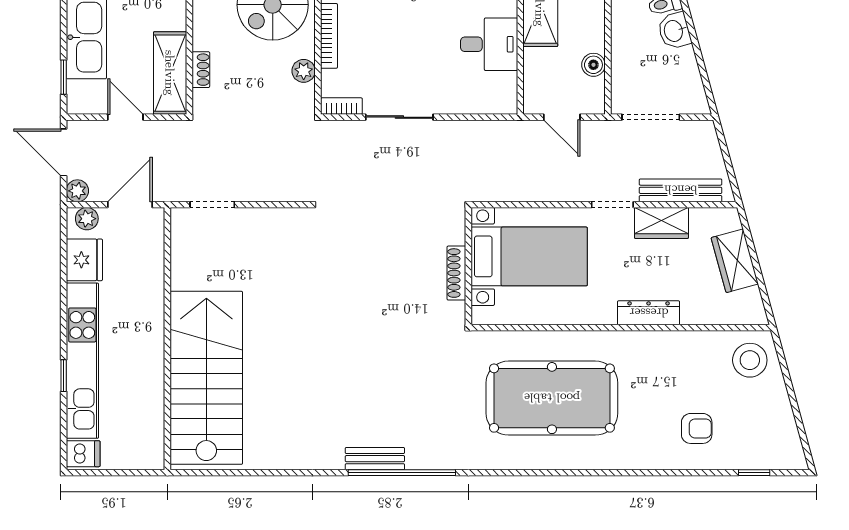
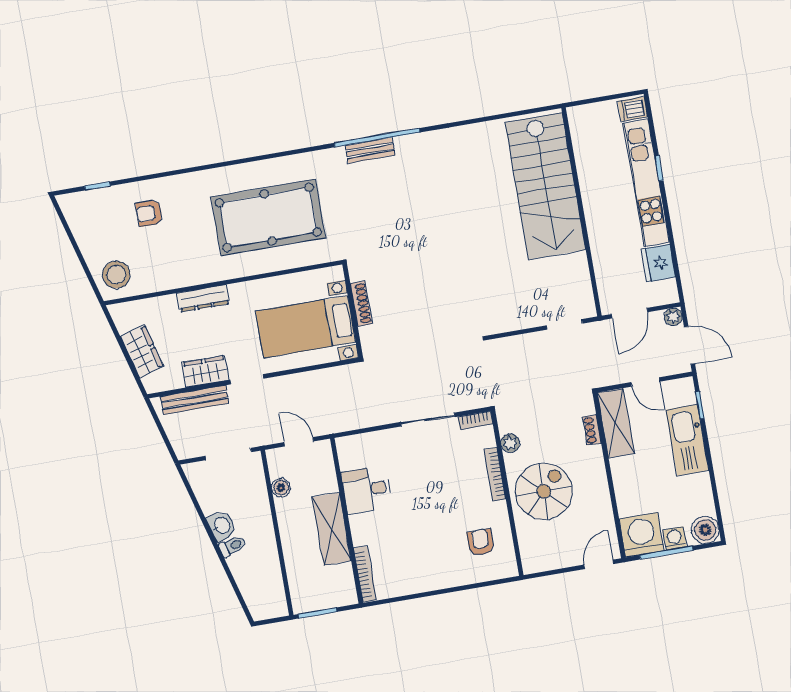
plant: (87, 219) -> (662, 296), removed
bench: (375, 459) -> (370, 150), moved

